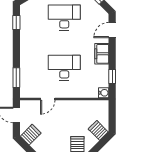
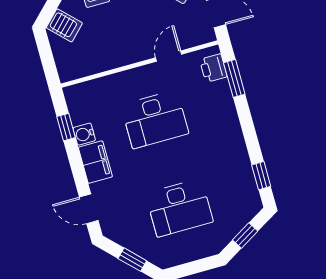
door: (112, 30) -> (89, 209), swing flipped
printer: (26, 86) -> (213, 68), added
water cooler: (104, 93) -> (84, 134), moved

